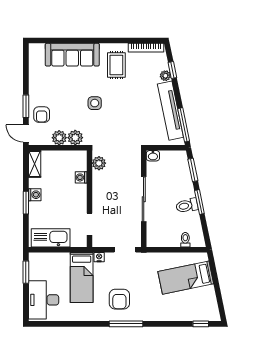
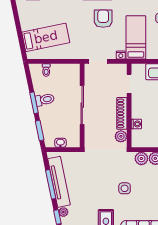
window: (184, 125) -> (51, 184), moved
washbasin: (153, 156) -> (60, 143), moved
shoe rack: (98, 190) -> (122, 113), added

